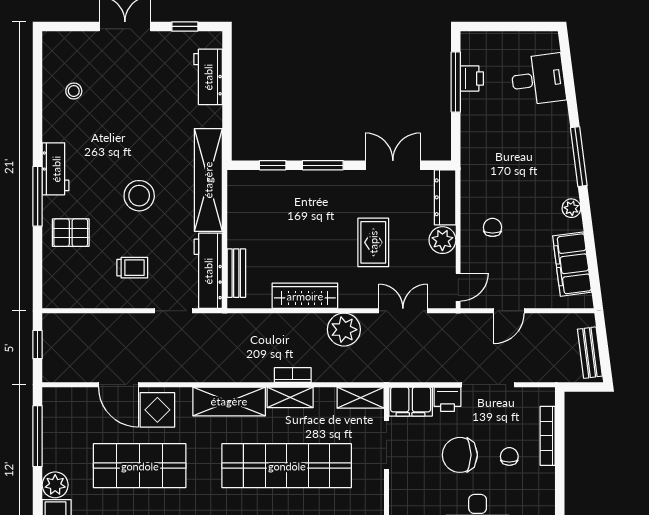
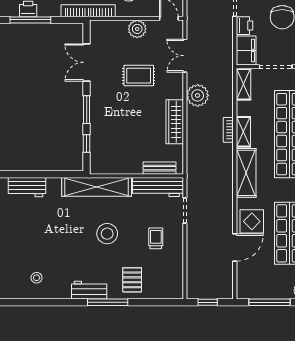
bookcase: (470, 167) -> (88, 11), added
dresser: (445, 197) -> (108, 27), removed

